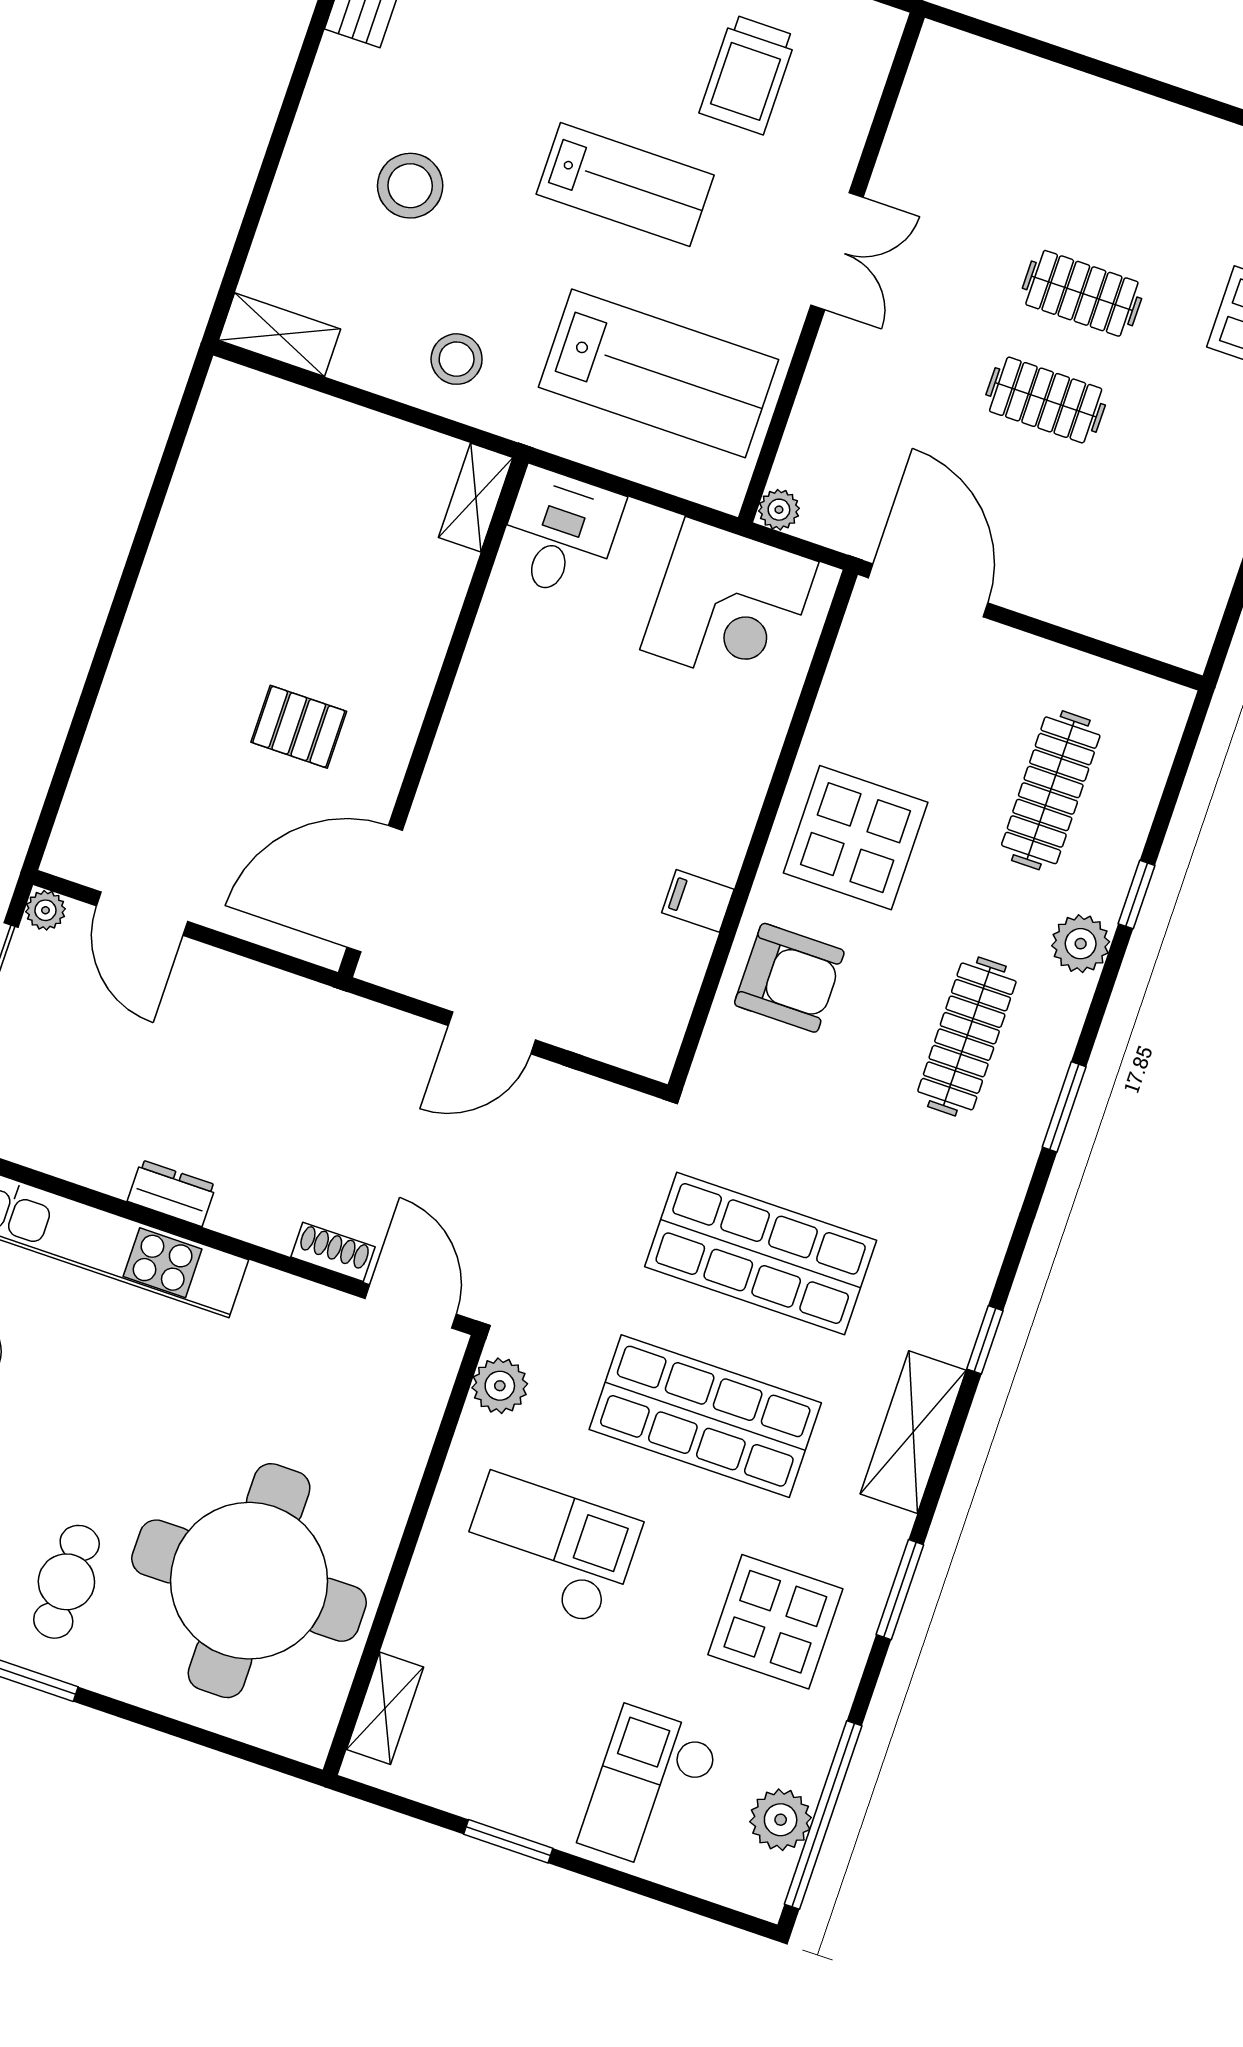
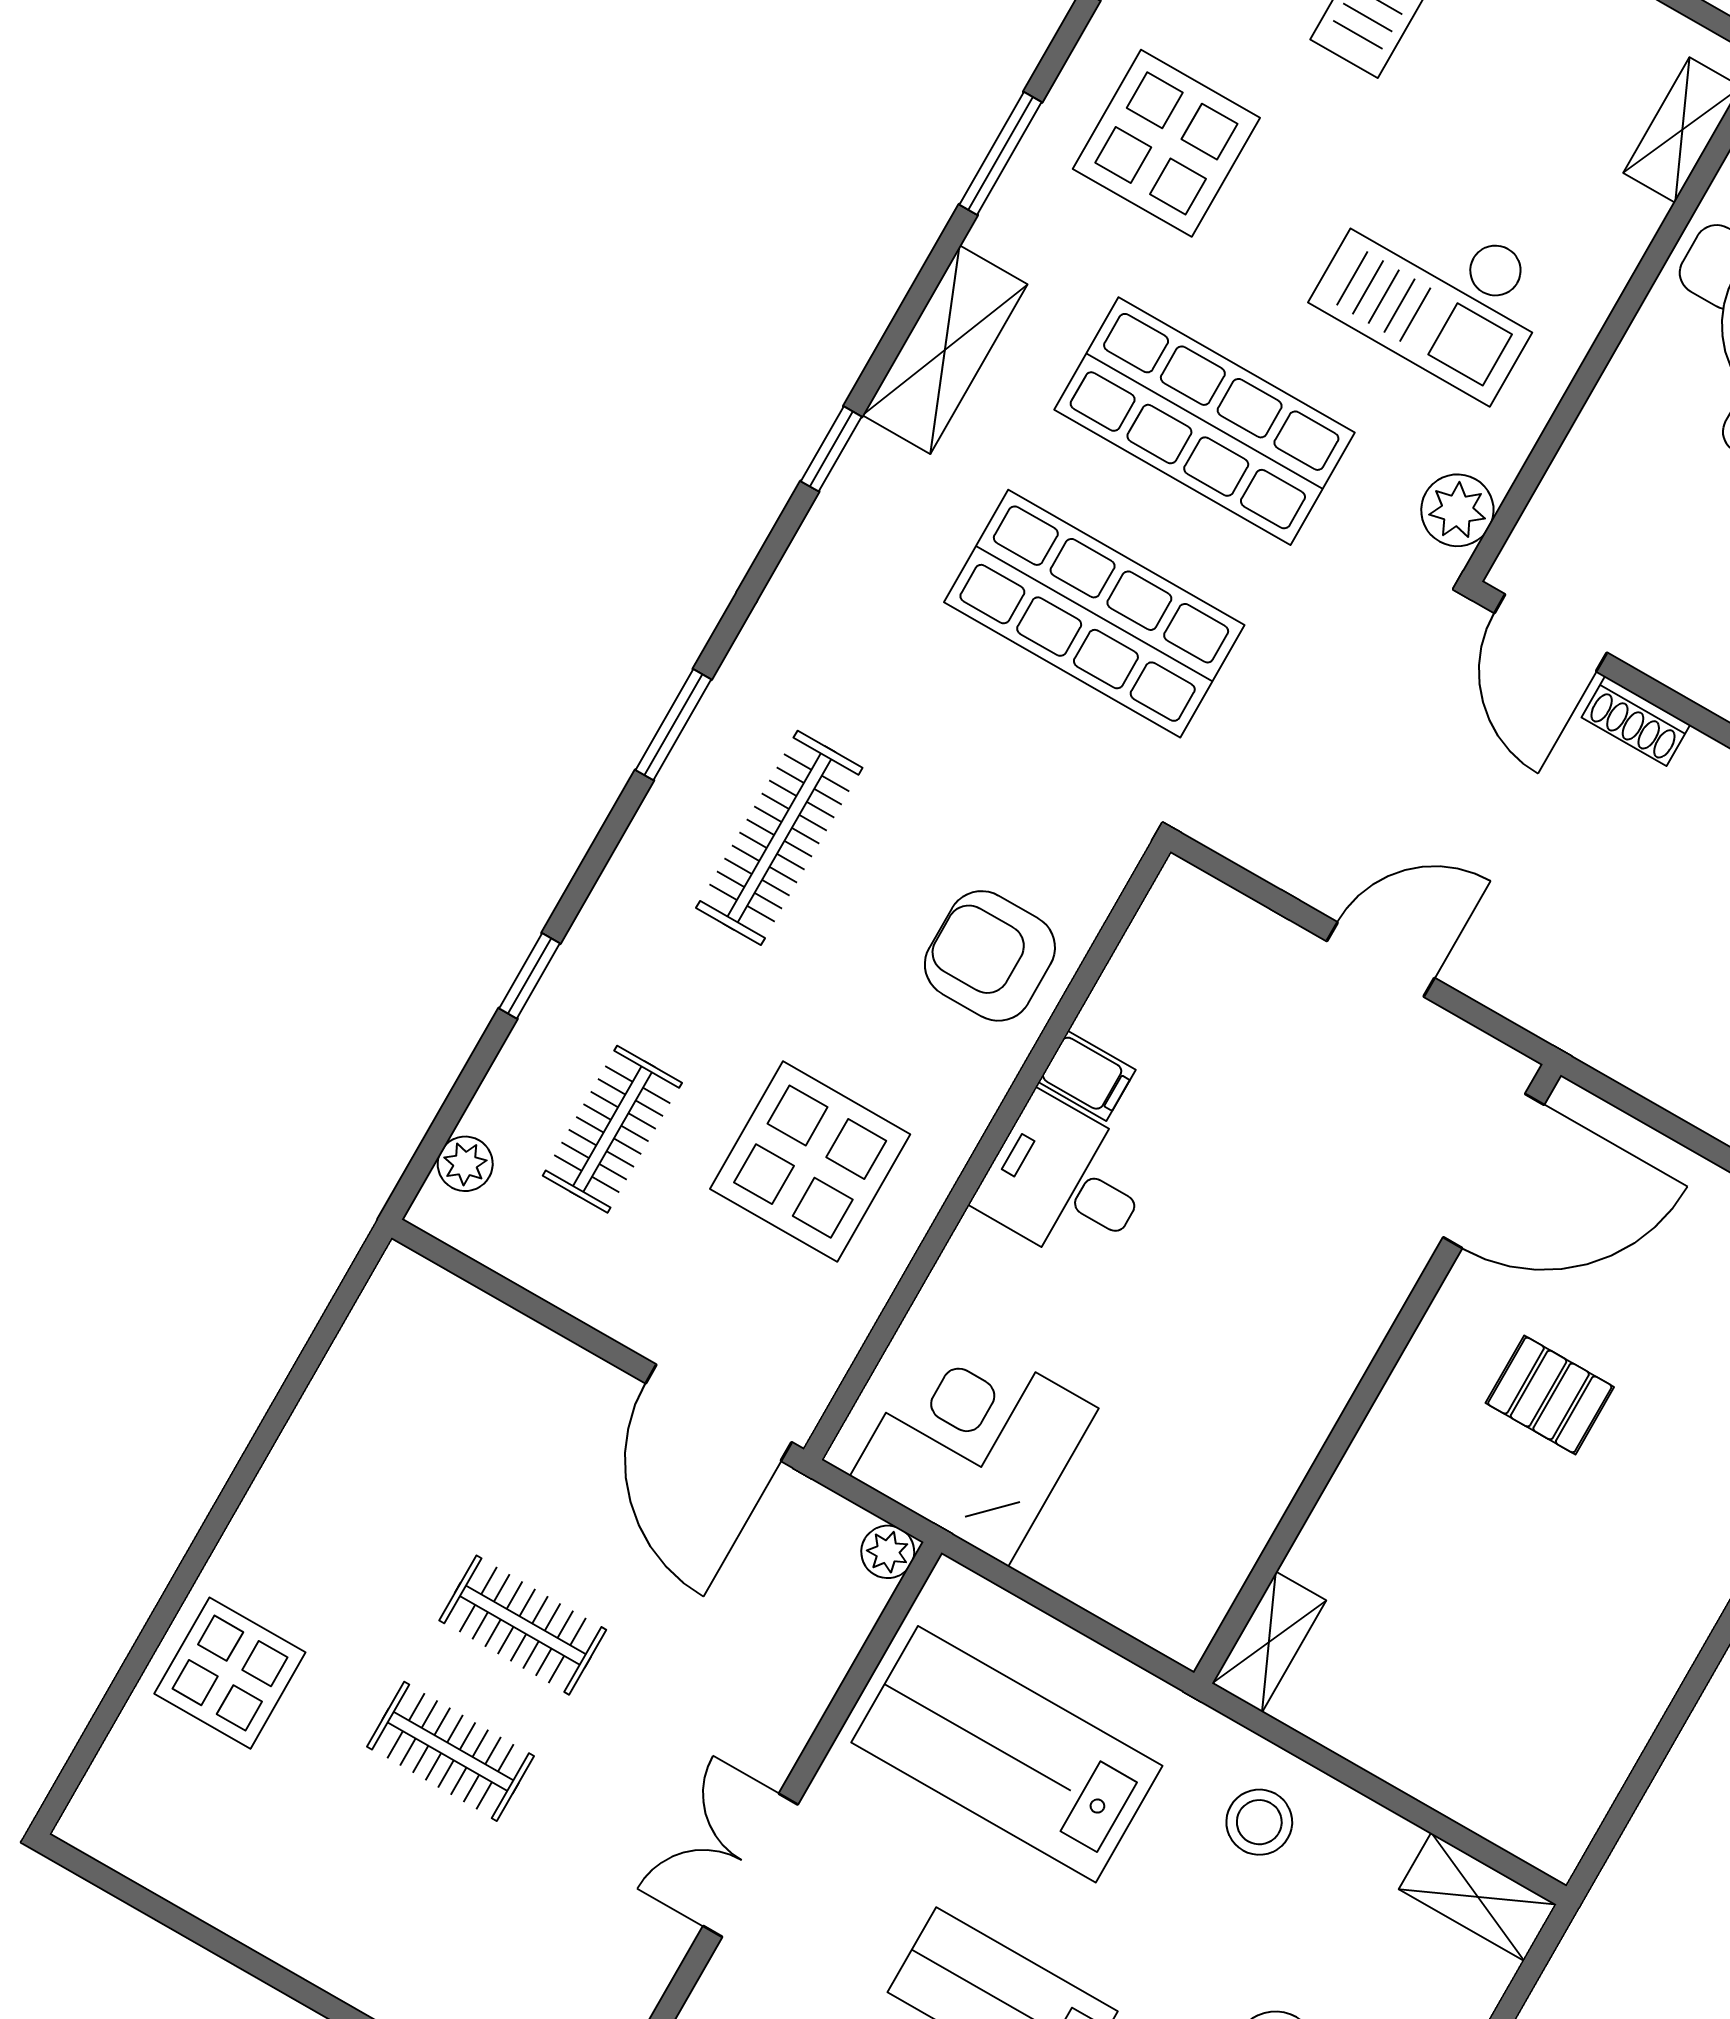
desk: (560, 533) -> (1065, 1182), moved, turned 90
clothes rail: (1051, 790) -> (612, 1129), width x0.73
display table: (856, 838) -> (810, 1162), moved
plant: (1081, 944) -> (465, 1164), moved, width x0.73, depth x0.73

